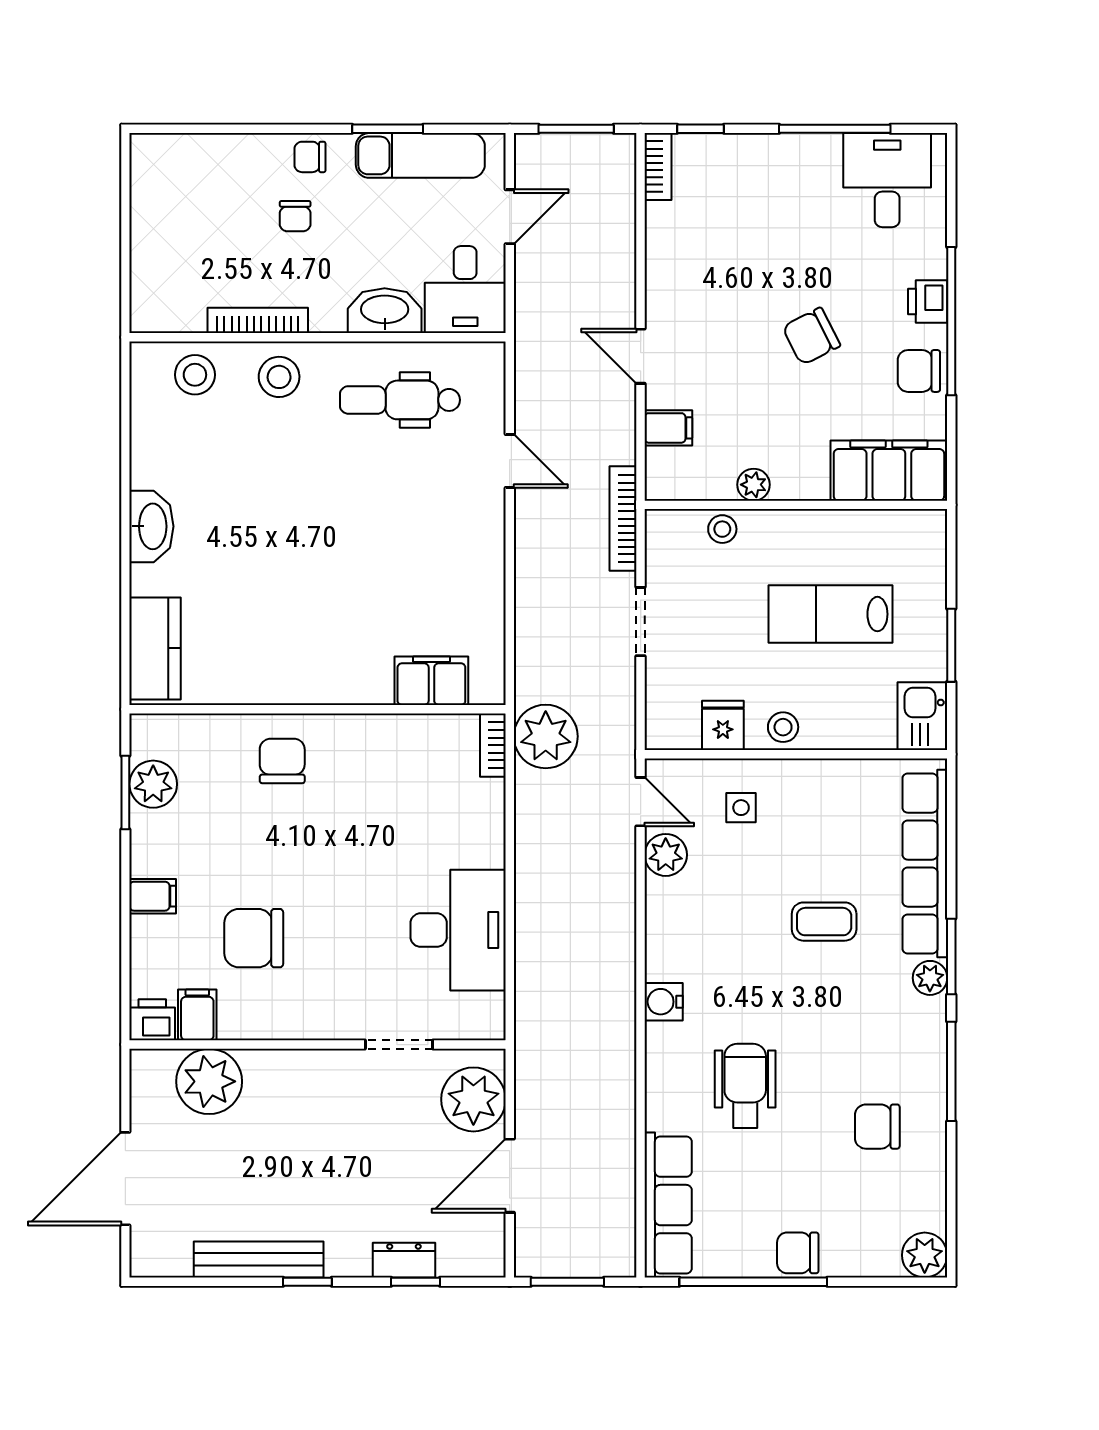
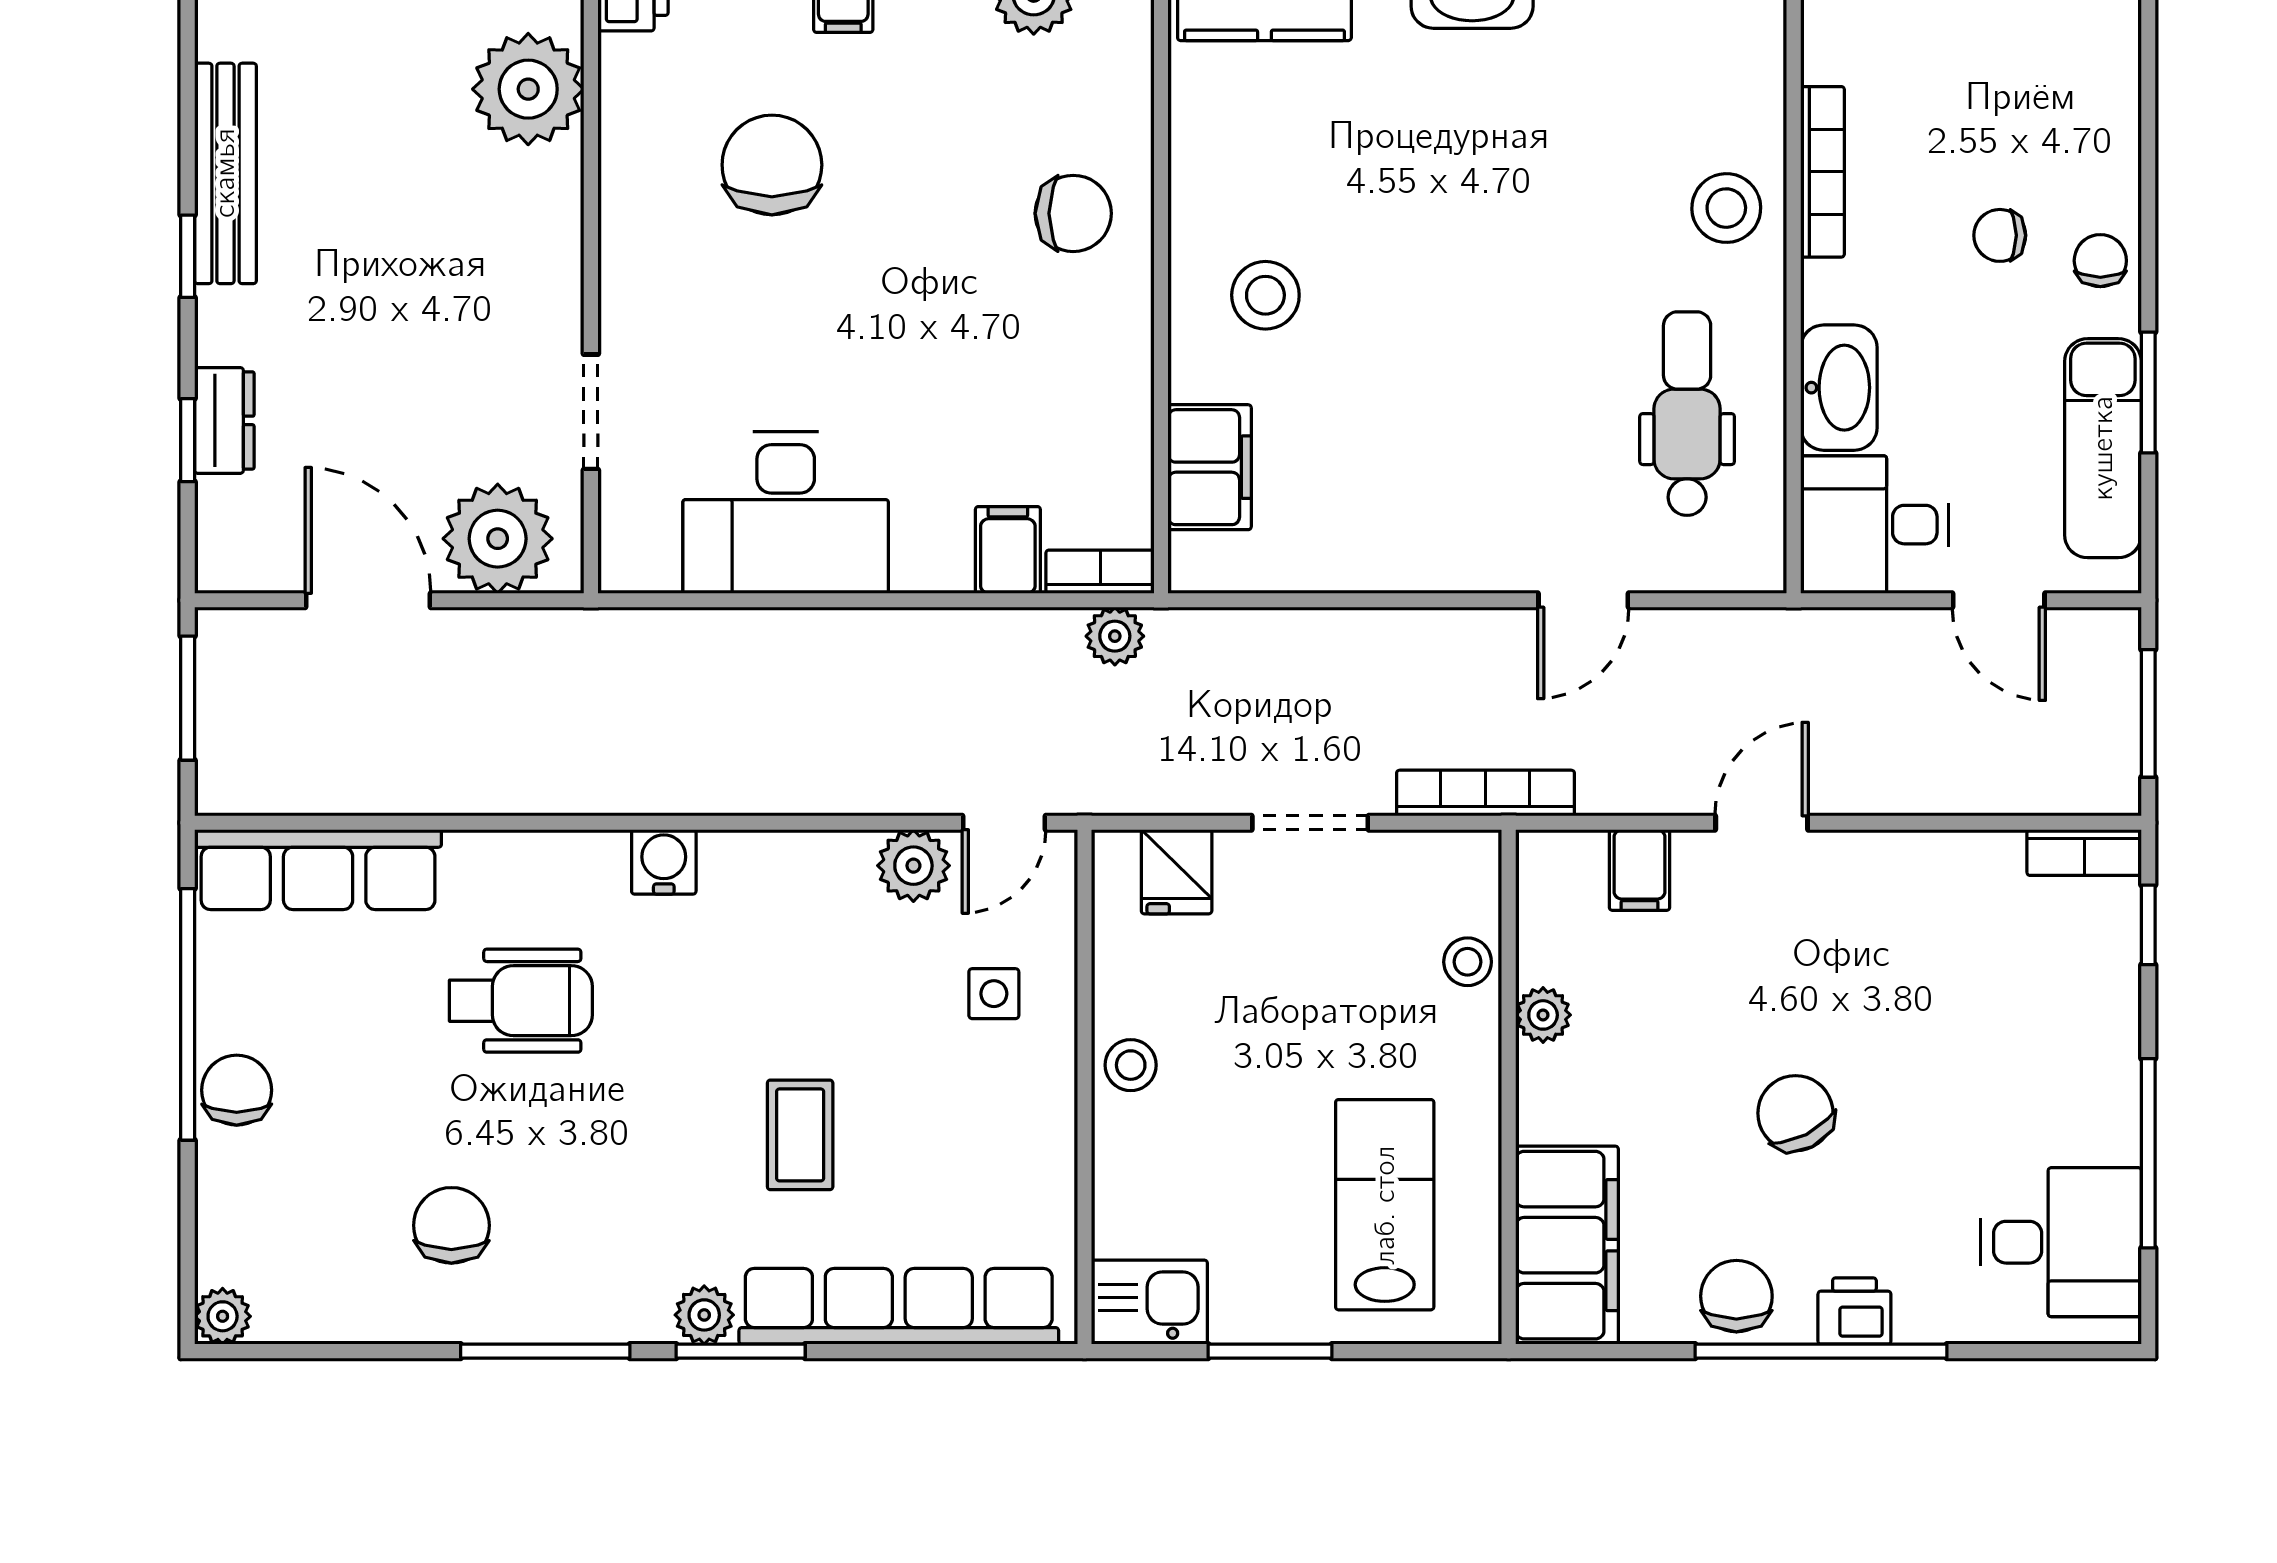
stool: (195, 375) -> (1265, 295), moved
lab bench: (830, 614) -> (1385, 1205), moved
fridge: (723, 725) -> (1177, 872), moved, turned 90
plant: (546, 736) -> (1115, 636), width x0.53, depth x0.53
filing cabinet: (197, 1015) -> (1008, 550), moved, turned -90
plant: (925, 1255) -> (223, 1316), width x0.73, depth x0.73

